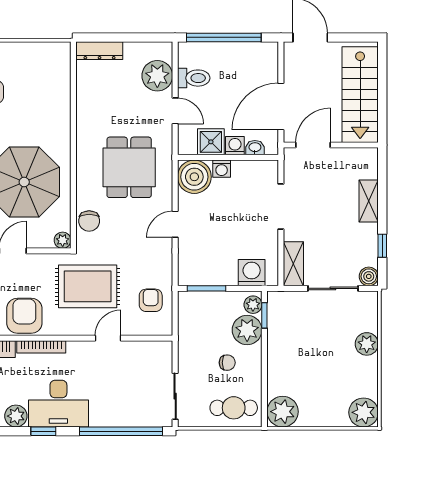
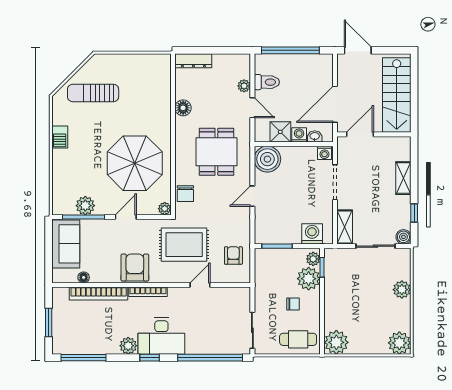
plant: (157, 76) -> (244, 86), width x0.53, depth x0.53
floor lamp: (86, 111) -> (183, 108), added
washing machine: (222, 169) -> (324, 153), moved

